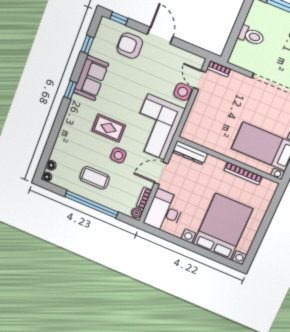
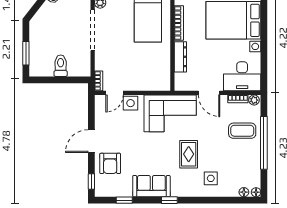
dresser: (190, 153) -> (180, 57), moved
side table: (118, 155) -> (211, 178), moved
coffee table: (95, 178) -> (242, 131), moved, turned 90

